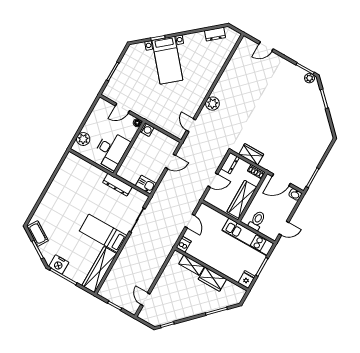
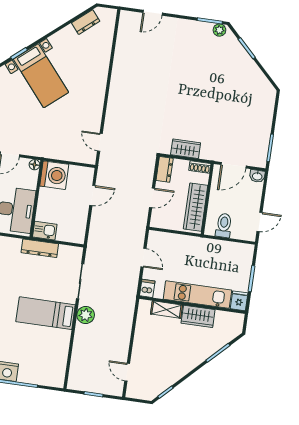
plant: (212, 104) -> (86, 315), moved
washing machine: (147, 130) -> (54, 175), width x1.89, depth x1.89
kitchen sink: (146, 185) -> (45, 231), moved
kitchen unit: (248, 237) -> (197, 295), moved, turned 180
wardrobe: (99, 270) -> (58, 358), removed

